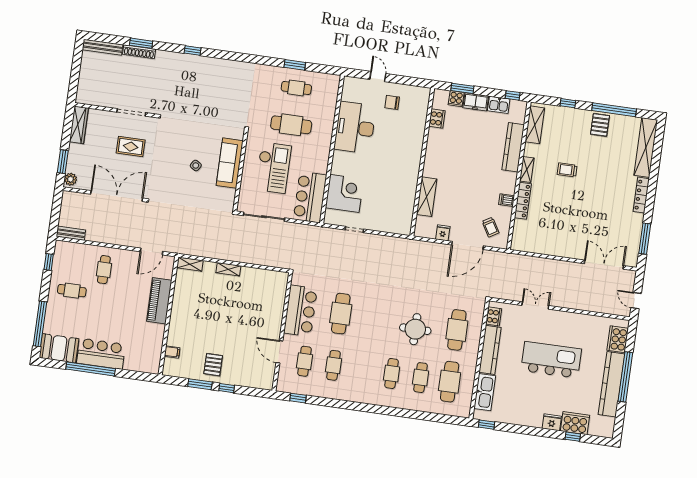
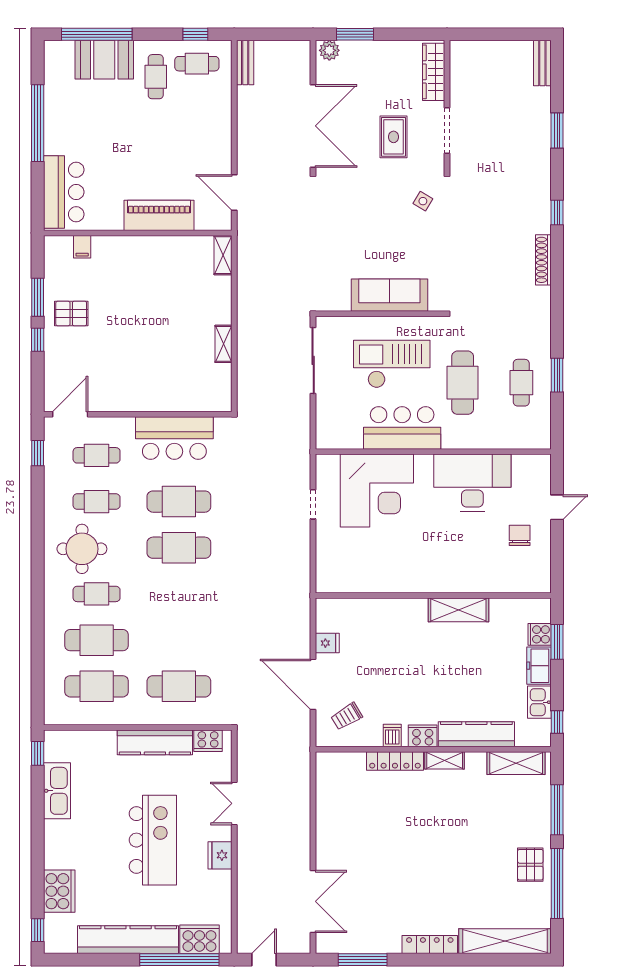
bench: (103, 47) -> (542, 63), width x0.73
shoe rack: (139, 52) -> (543, 260), moved
window: (568, 103) -> (557, 810), width x2.17
cooker: (437, 119) -> (423, 736), moved, turned 180
wardrobe: (79, 125) -> (434, 72), moved, turned 90
pallet: (600, 125) -> (530, 865), turned 90
side table: (196, 165) -> (423, 201), moved
checkout: (273, 168) -> (392, 364), turned 180
trolley: (567, 170) -> (453, 823), removed
corner desk: (344, 193) -> (377, 491), width x1.36, depth x1.36
bar counter: (310, 197) -> (402, 428), moved
shelving: (427, 197) -> (458, 610), moved
shelving: (228, 269) -> (223, 344), moved
cafe table: (104, 270) -> (197, 64), moved
double door: (535, 305) -> (234, 803), swing flipped
cafe table: (370, 318) -> (179, 548), added
round table: (415, 329) -> (82, 549), moved
booth: (59, 348) -> (104, 60), moved, turned 90
door: (279, 352) -> (70, 414), moved
bar counter: (101, 354) -> (64, 192), moved
window: (625, 377) -> (179, 960), moved
cafe table: (421, 378) -> (97, 640), width x1.37, depth x1.35
kitchen sink: (485, 392) -> (57, 791), moved, turned -90
fridge: (552, 422) -> (220, 855), moved, turned 180
window: (573, 437) -> (38, 930), moved

